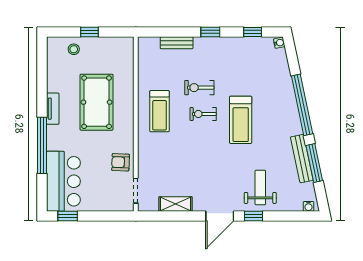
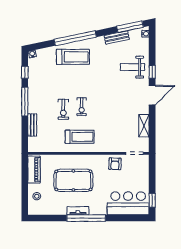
window: (90, 32) -> (25, 185), removed
window: (210, 32) -> (25, 102), width x2.17
piano: (112, 45) -> (34, 170), added
treadmill: (241, 120) -> (73, 57), moved
window: (42, 145) -> (86, 218), moved
bench: (302, 159) -> (117, 37), width x0.73
window: (314, 163) -> (130, 27), moved
door: (220, 216) -> (152, 95), hinge flipped

